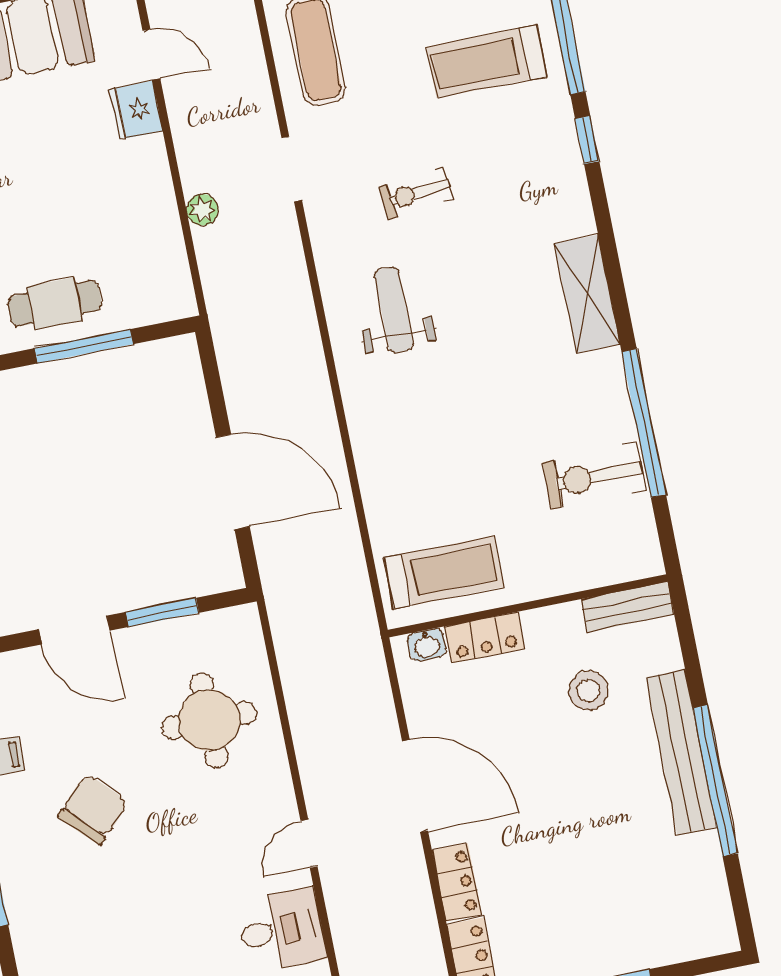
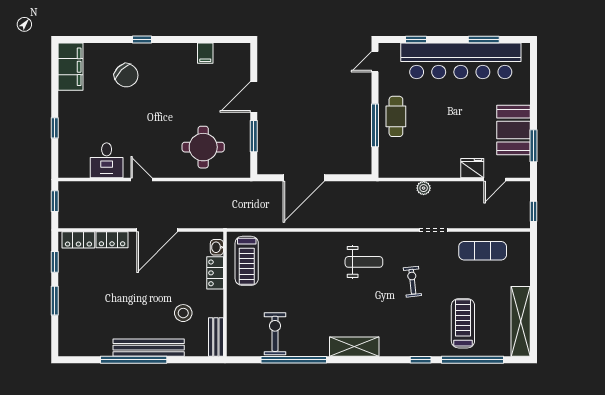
chair: (93, 809) -> (126, 75), moved

